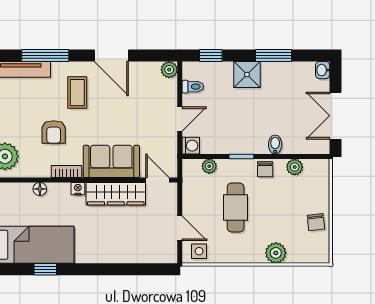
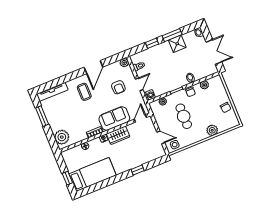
window: (45, 56) -> (61, 80), removed
door: (111, 56) -> (93, 67), hinge flipped
window: (211, 56) -> (152, 43), moved
shower: (247, 75) -> (177, 44), moved
double door: (335, 116) -> (214, 52), swing flipped
armchair: (54, 132) -> (118, 87), moved
door: (157, 180) -> (140, 118), hinge flipped
wardrobe: (116, 194) -> (118, 135), width x0.67
window: (45, 269) -> (138, 170), moved

